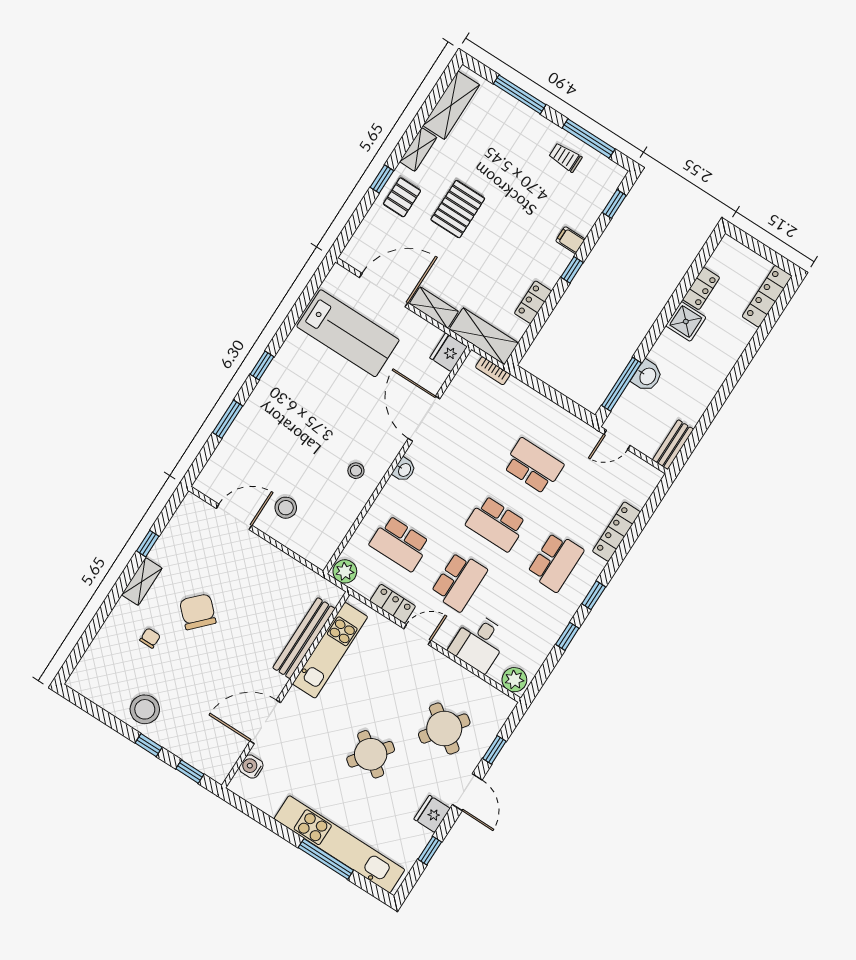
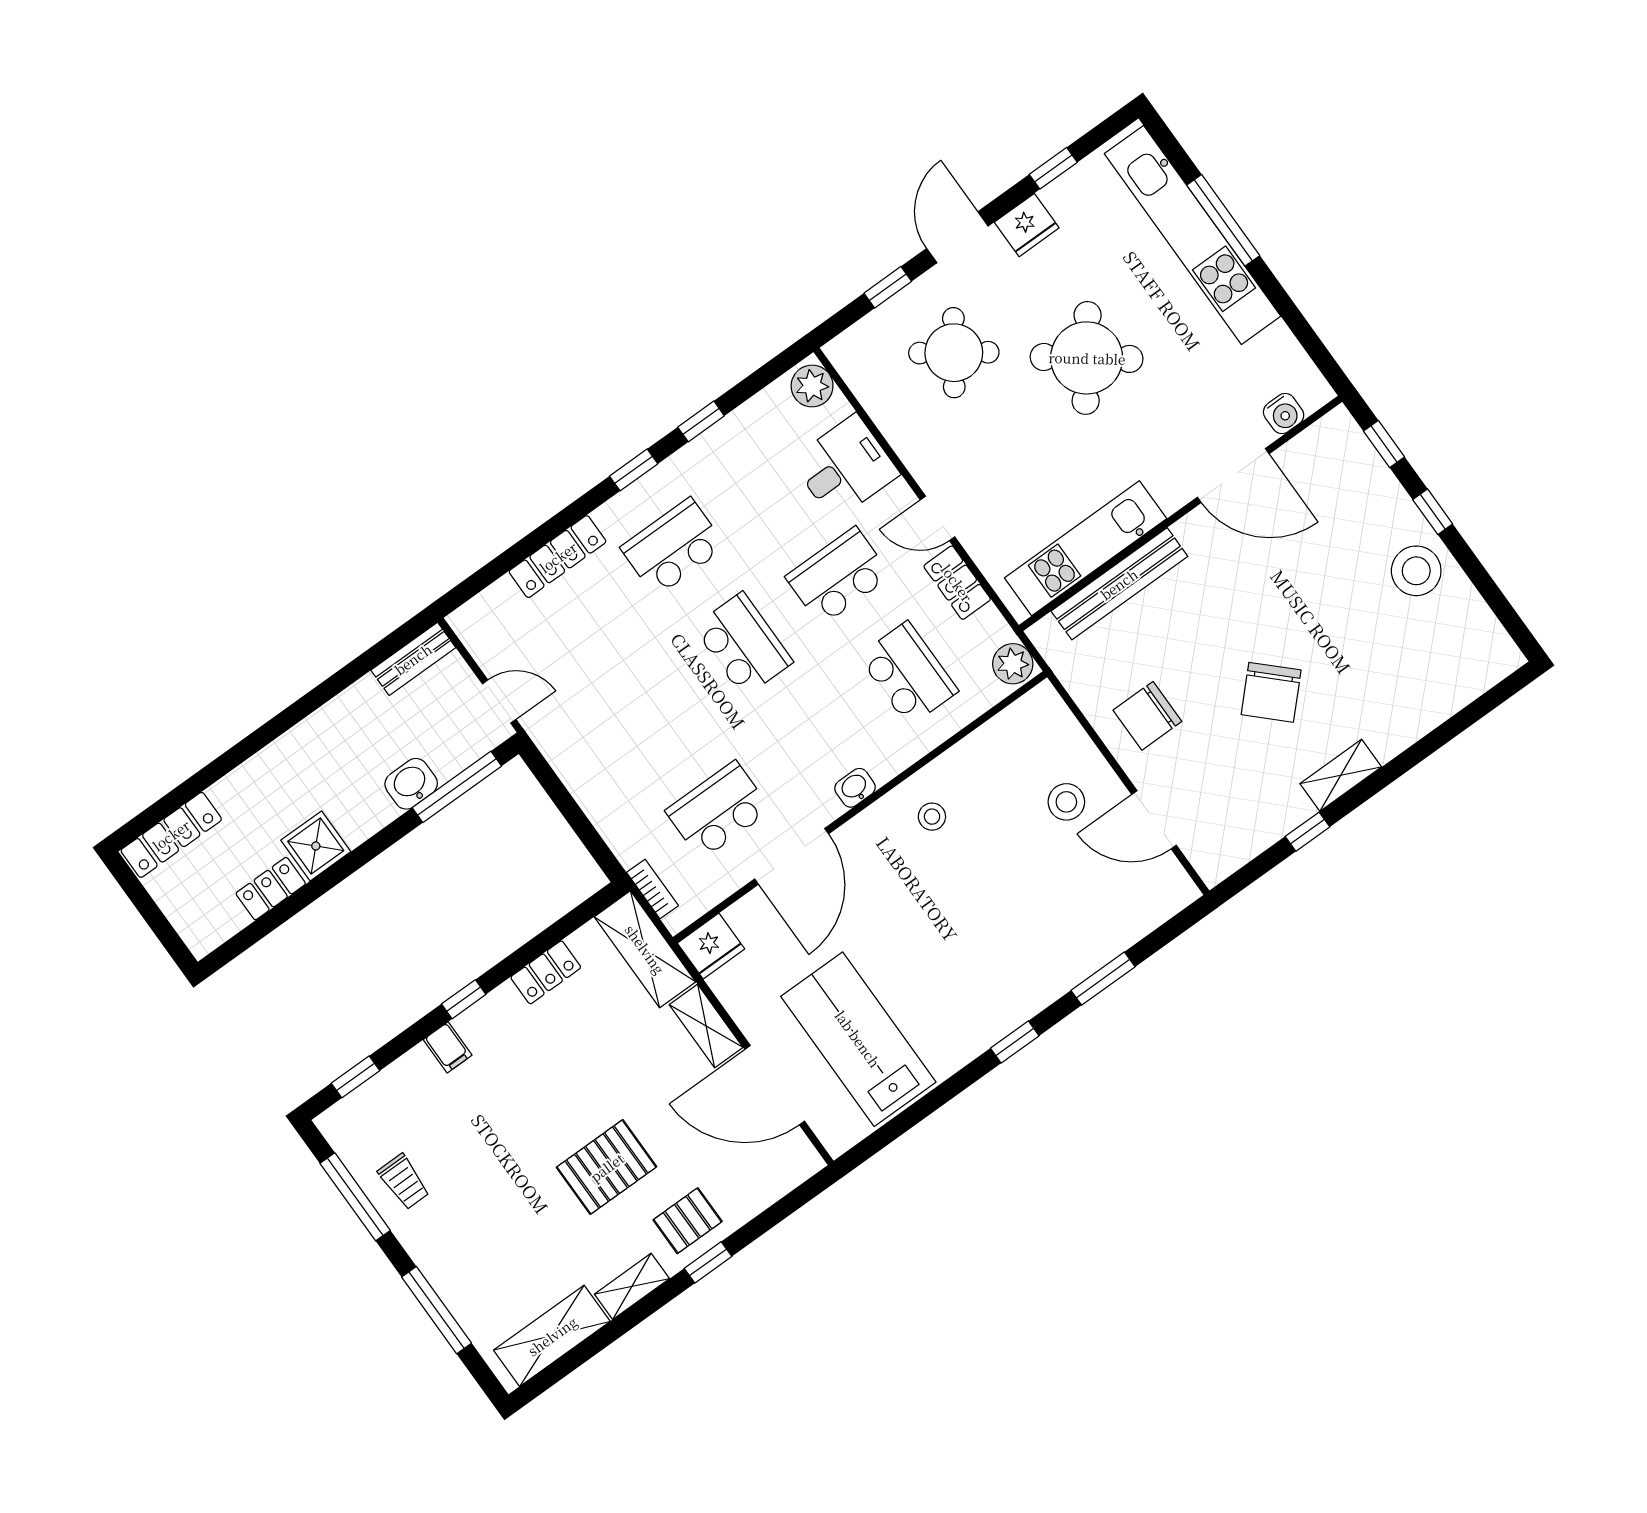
school desk: (533, 466) -> (718, 810), moved, turned 90
chair: (150, 638) -> (1147, 716), moved, width x1.87, depth x1.87
round table: (371, 754) -> (1087, 358), width x1.36, depth x1.36

